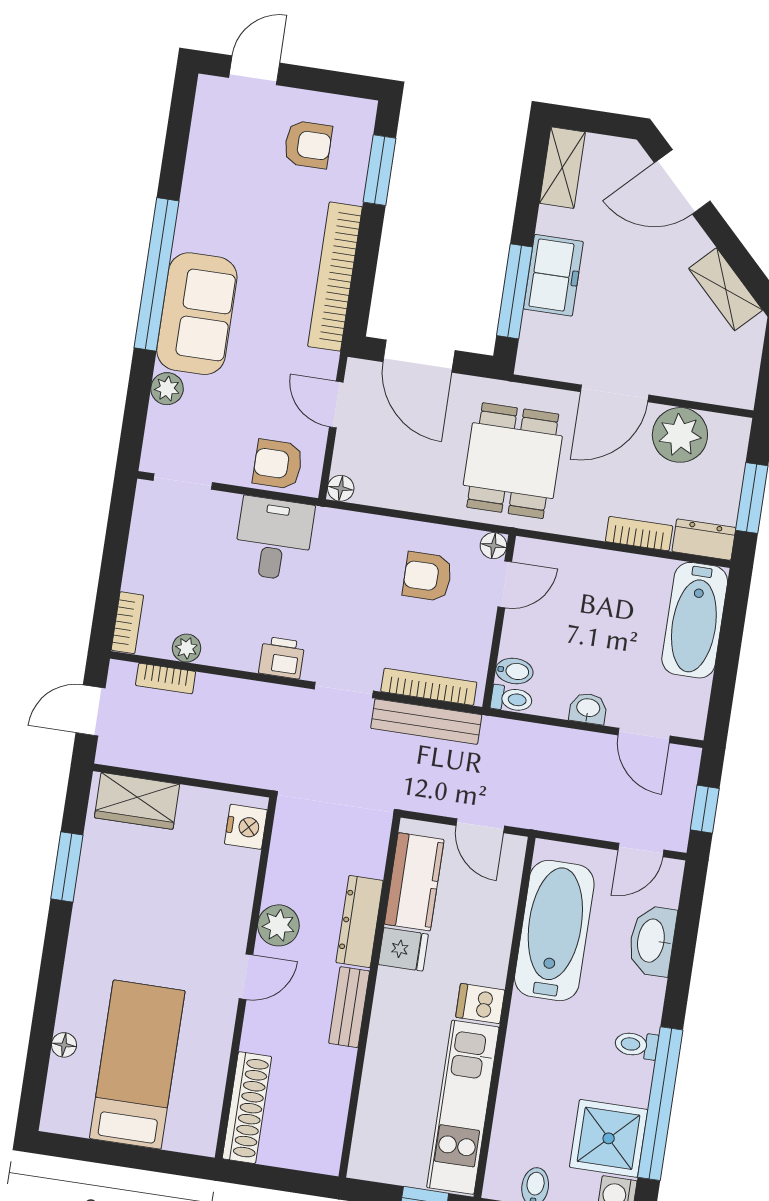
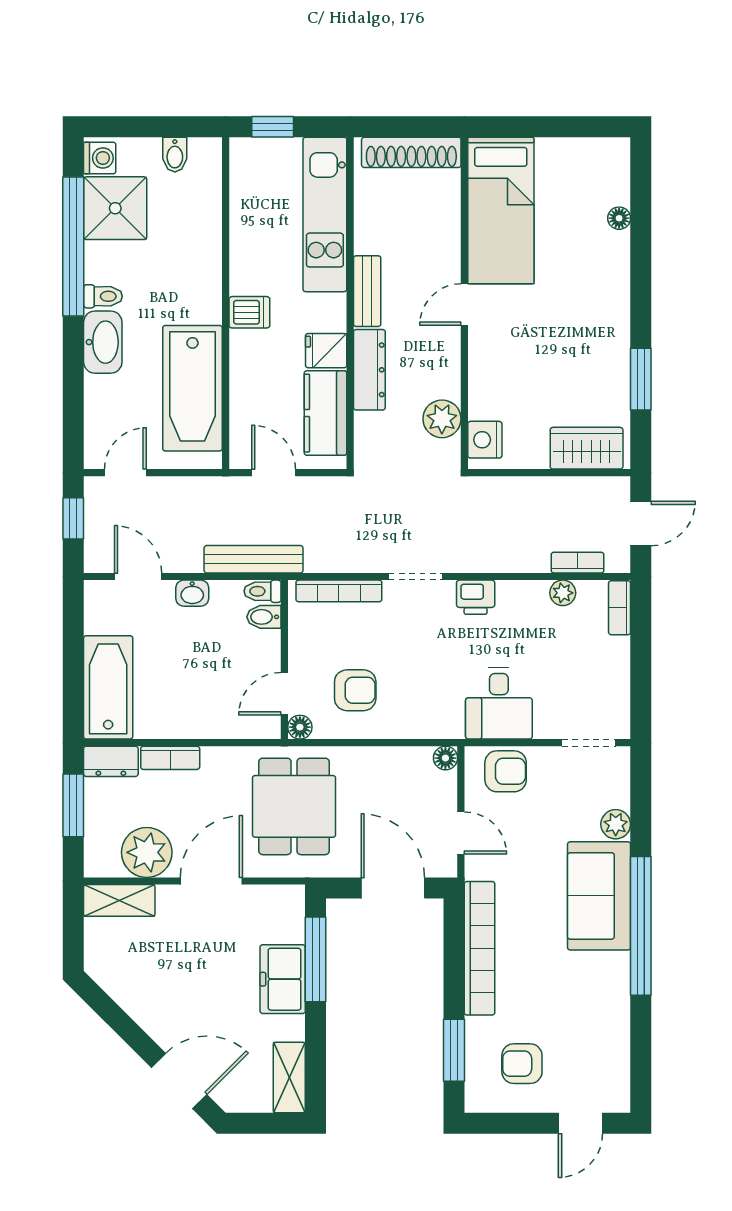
shelving: (726, 289) -> (119, 900), moved, turned -45
bench: (426, 722) -> (254, 559), moved
plant: (278, 925) -> (442, 419), moved
washbasin: (652, 941) -> (103, 342), moved
bed: (137, 1065) -> (501, 210), moved
kitchen unit: (463, 1107) -> (325, 214), moved, turned 180
shoe rack: (247, 1108) -> (411, 152), moved, turned -90

